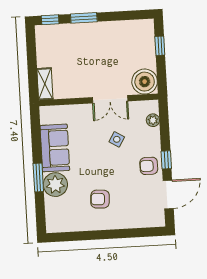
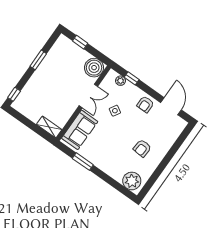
window: (84, 18) -> (38, 60), moved
sofa: (55, 148) -> (80, 130), moved, turned 90
window: (166, 160) -> (132, 78), moved
window: (38, 177) -> (83, 162), moved
plant: (55, 185) -> (132, 181), moved

